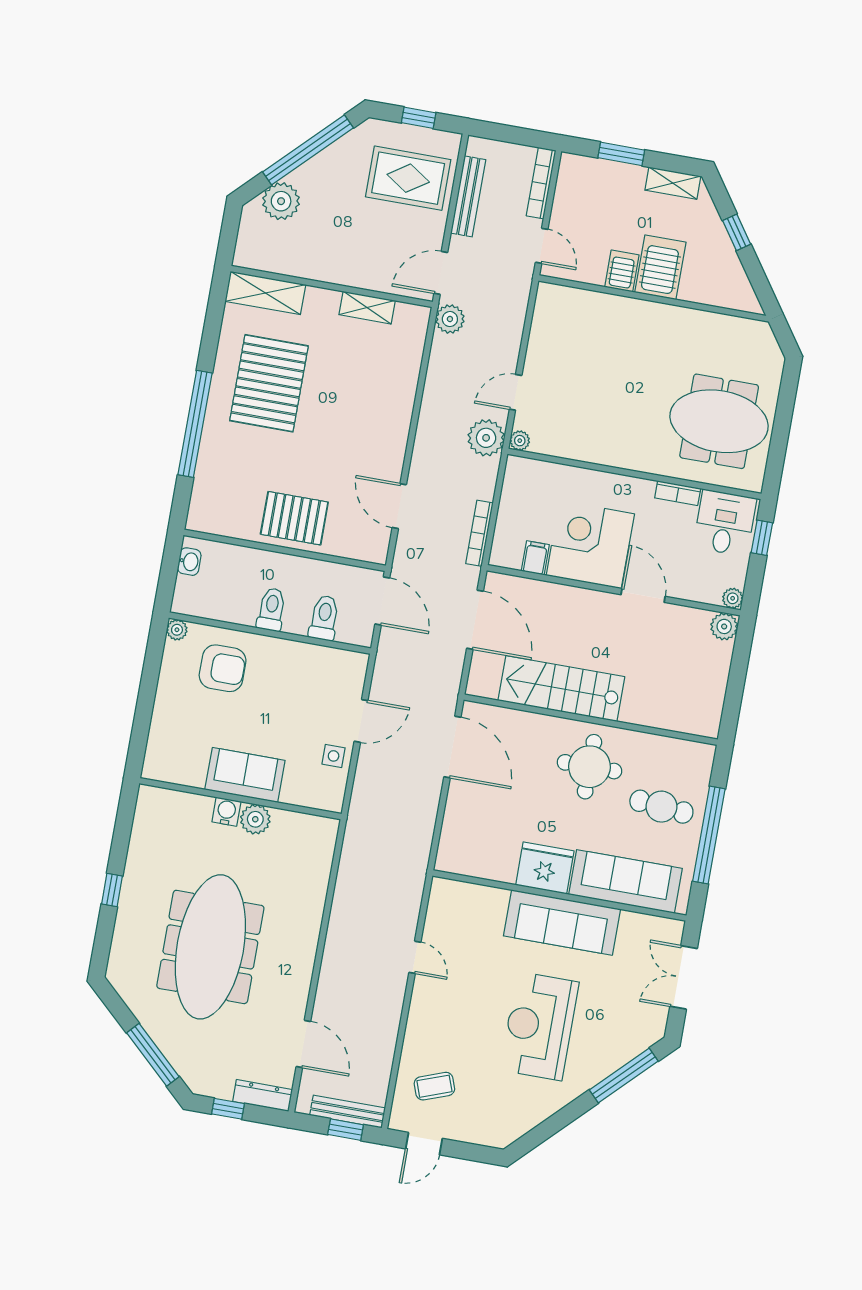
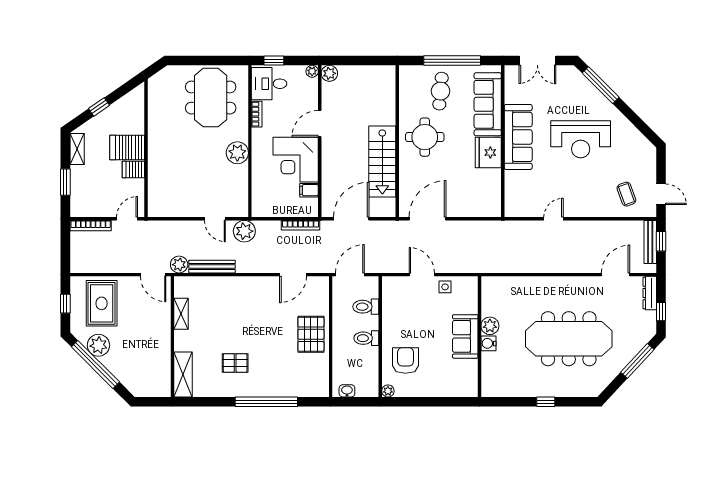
bench: (468, 196) -> (212, 267), moved
plant: (281, 201) -> (98, 345), moved
pallet: (269, 383) -> (235, 363), width x0.49, depth x0.50
plant: (520, 441) -> (237, 153), moved, width x1.88, depth x1.88

